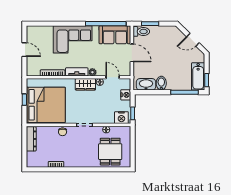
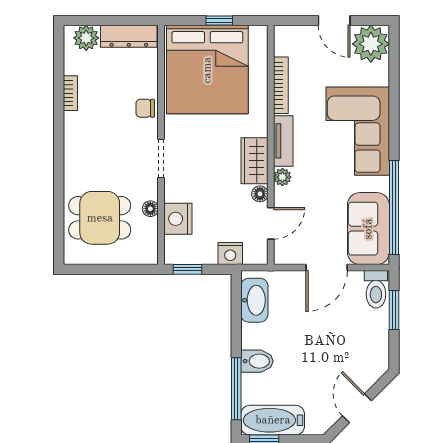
plant: (35, 34) -> (371, 44), added
door: (24, 50) -> (334, 21), hinge flipped
bidet: (161, 83) -> (257, 361), moved
nightstand: (121, 118) -> (178, 219), moved
plant: (32, 157) -> (86, 38), added

